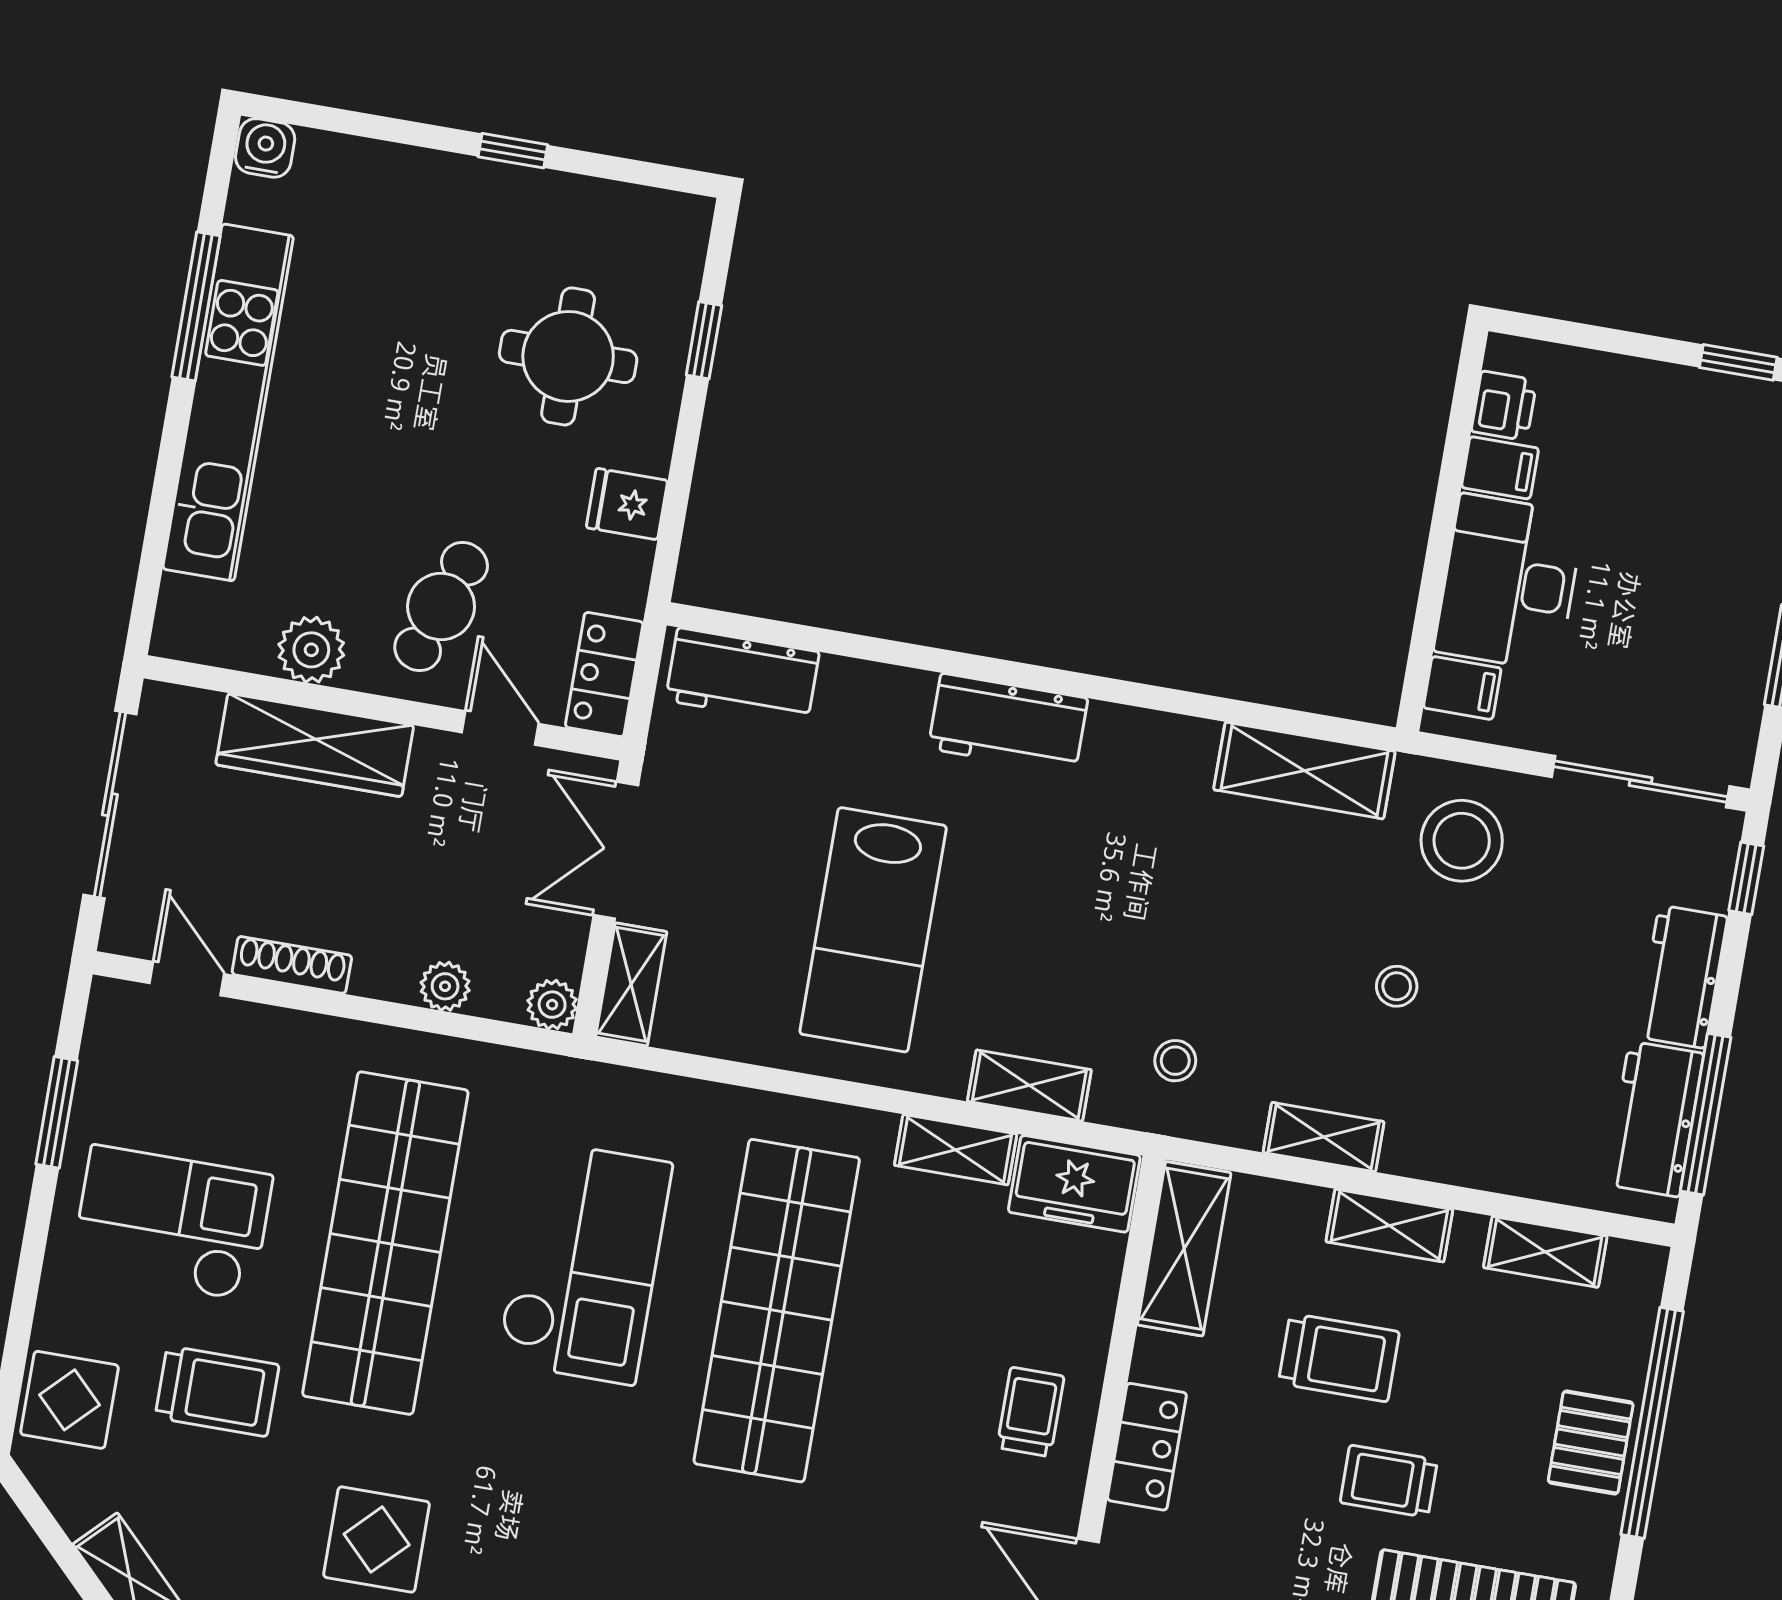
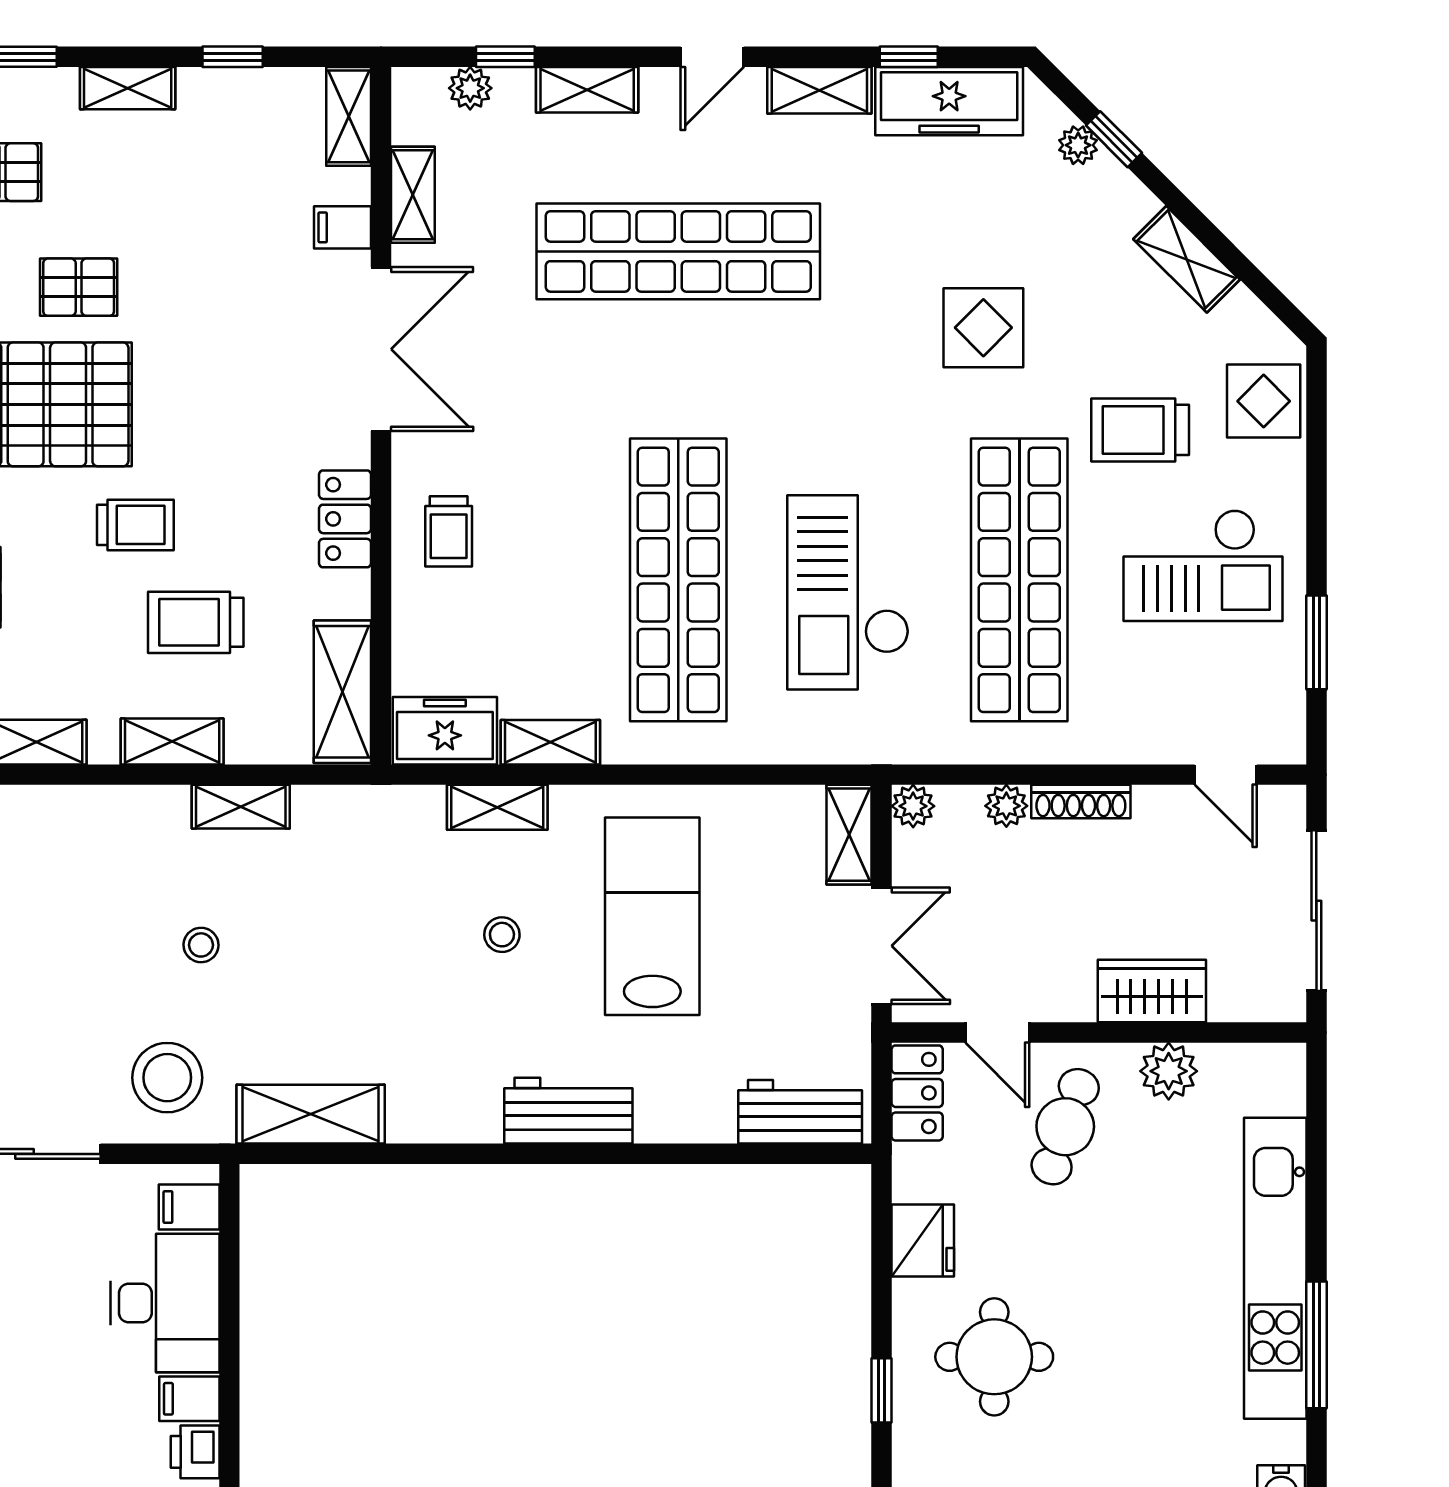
fridge: (627, 504) -> (923, 1241), width x1.38
wardrobe: (315, 745) -> (1152, 991), width x0.67
shoe rack: (292, 965) -> (1081, 802), moved
stool: (1175, 1061) -> (502, 935), moved

